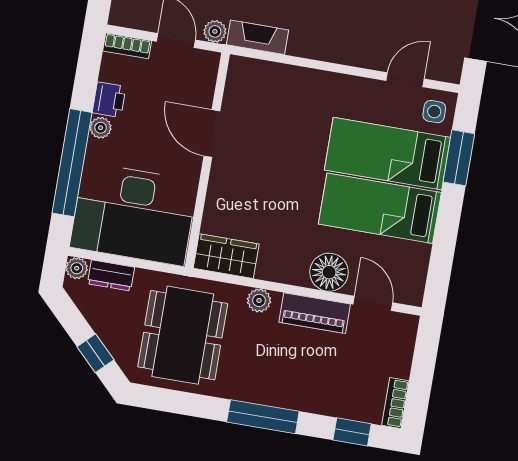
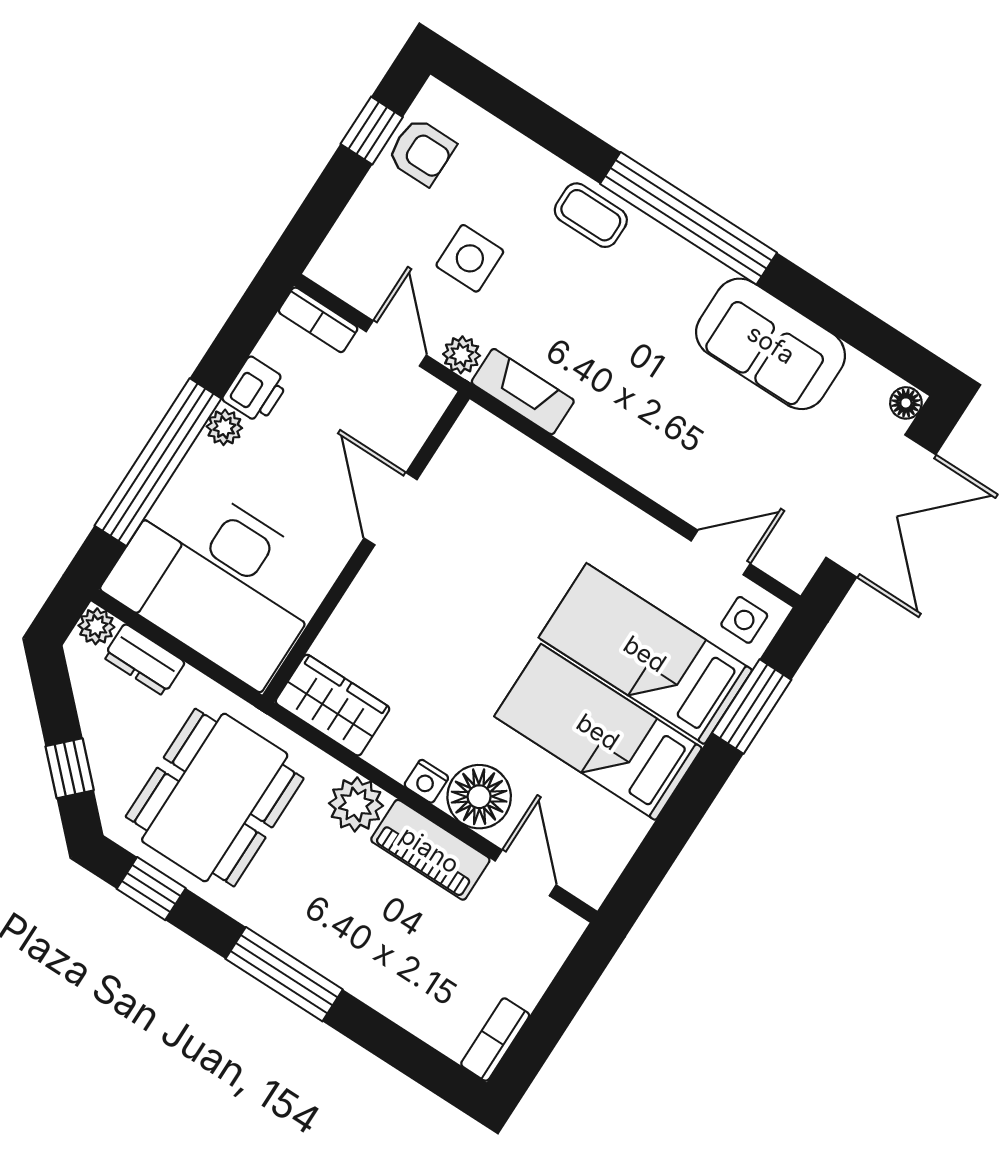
nightstand: (296, 276) -> (426, 781), added
plant: (259, 300) -> (356, 804), width x1.38, depth x1.38
window: (352, 432) -> (151, 889), moved

